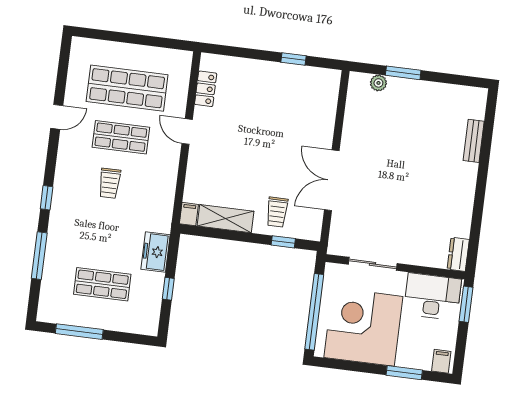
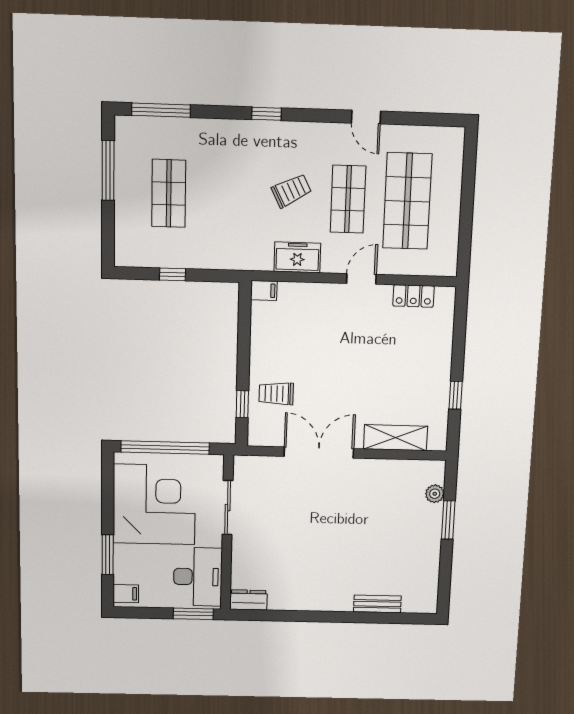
trolley: (110, 183) -> (291, 191), turned 153
shelving: (225, 219) -> (395, 438), moved, turned 90
freezer: (156, 252) -> (297, 257), moved
window: (39, 256) -> (161, 110), moved

